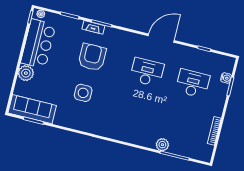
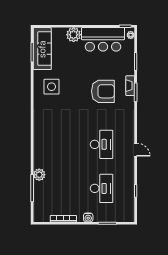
door: (161, 38) -> (136, 150), width x0.53
water cooler: (226, 78) -> (88, 217), moved
side table: (83, 93) -> (52, 87), moved

